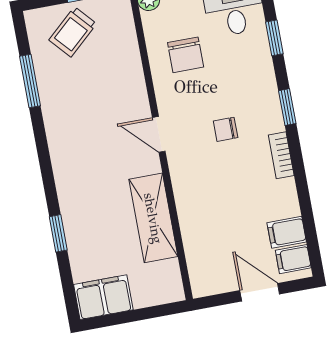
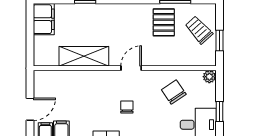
chair: (186, 55) -> (174, 92), turned 56
pallet: (71, 94) -> (164, 22), added

